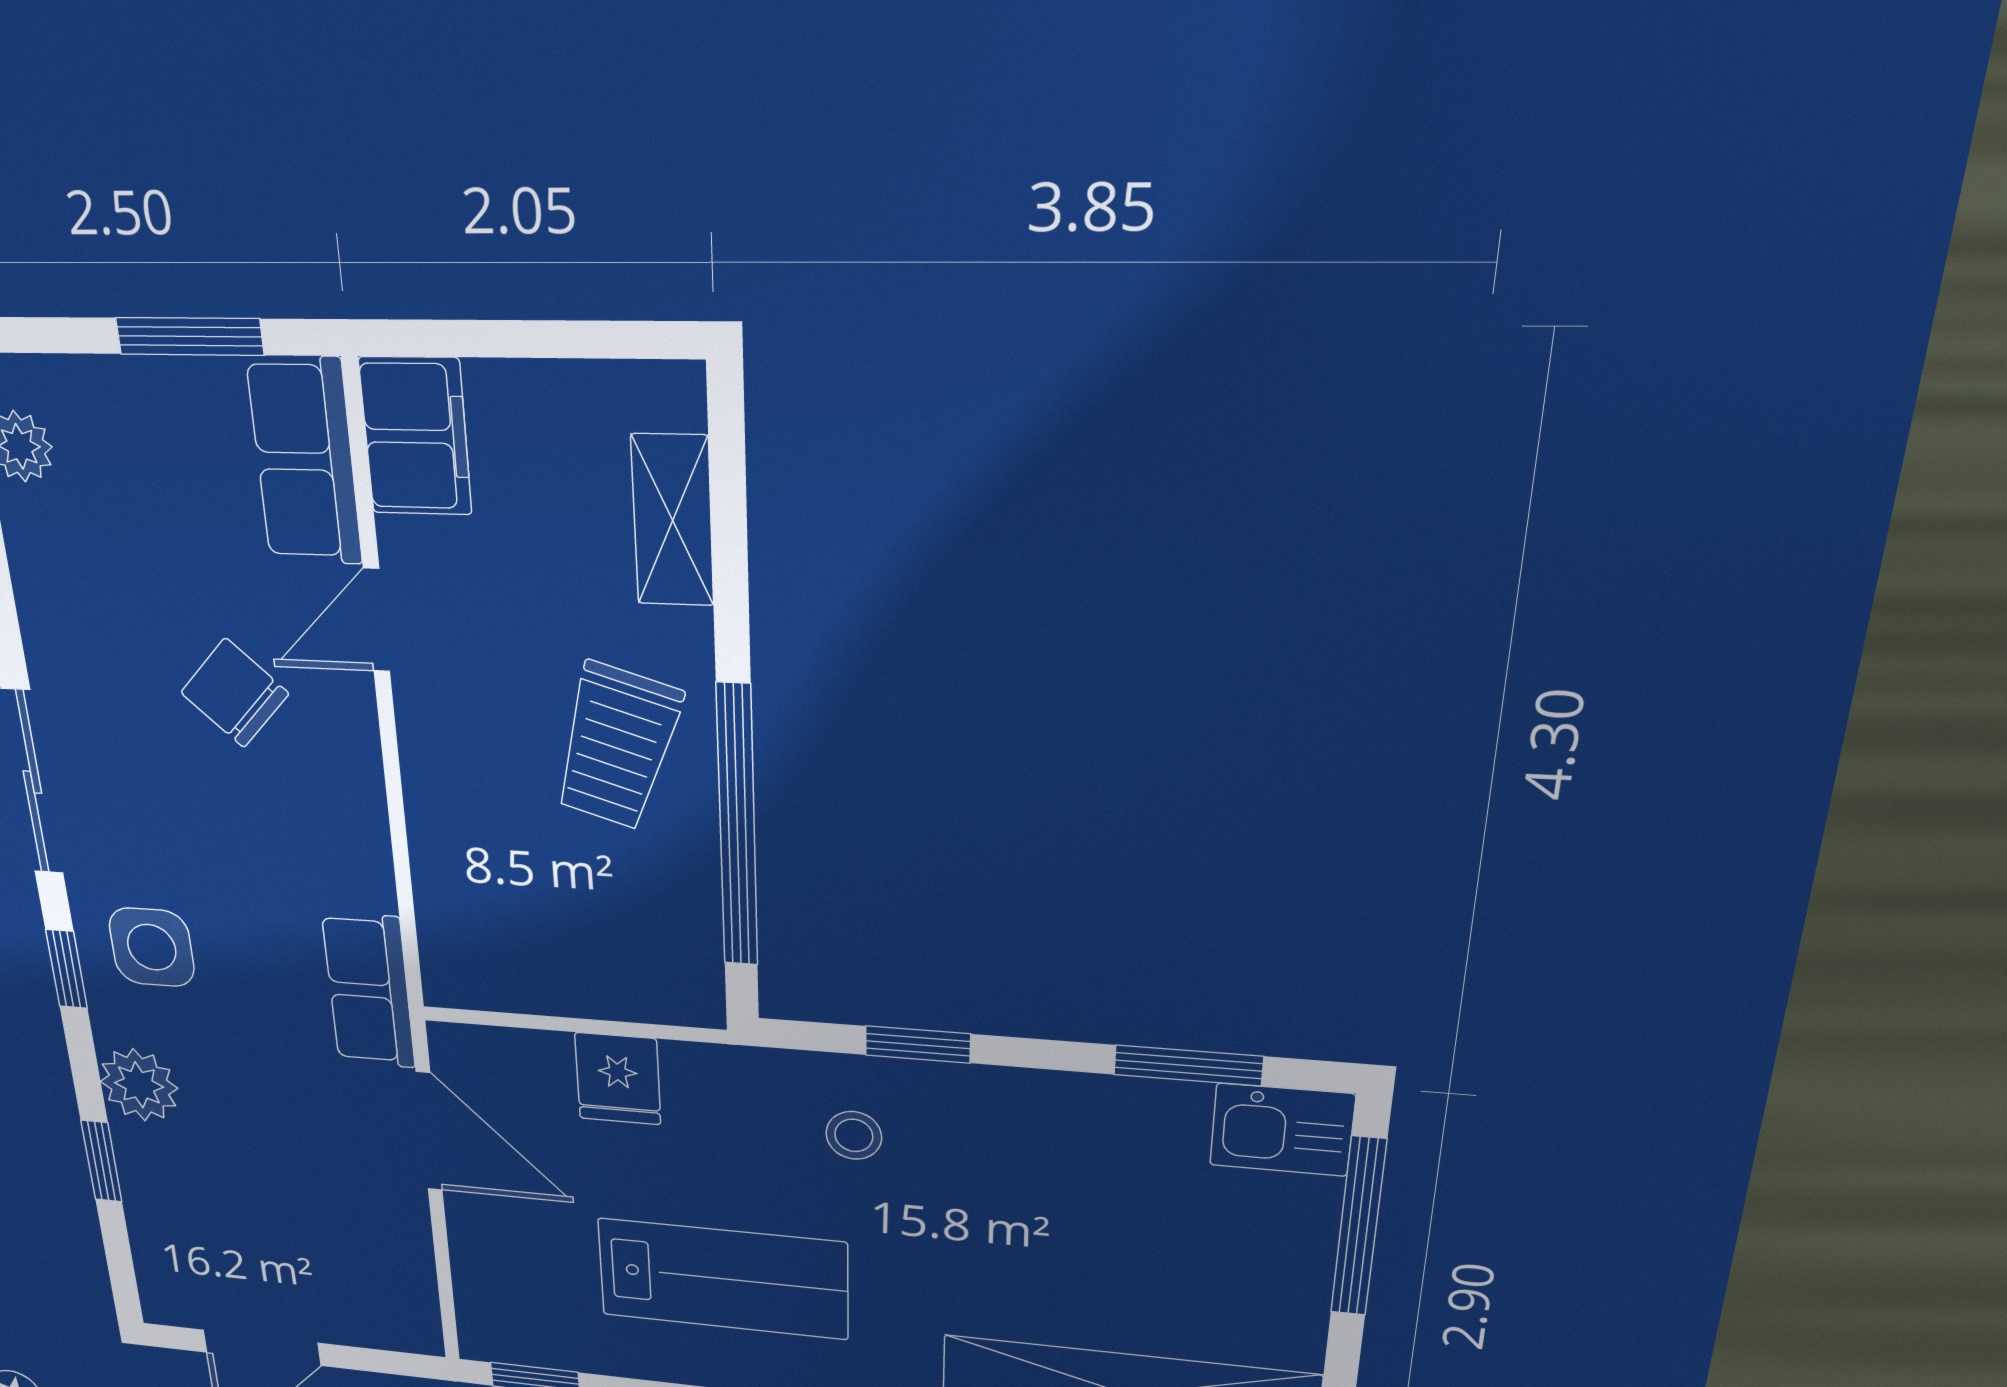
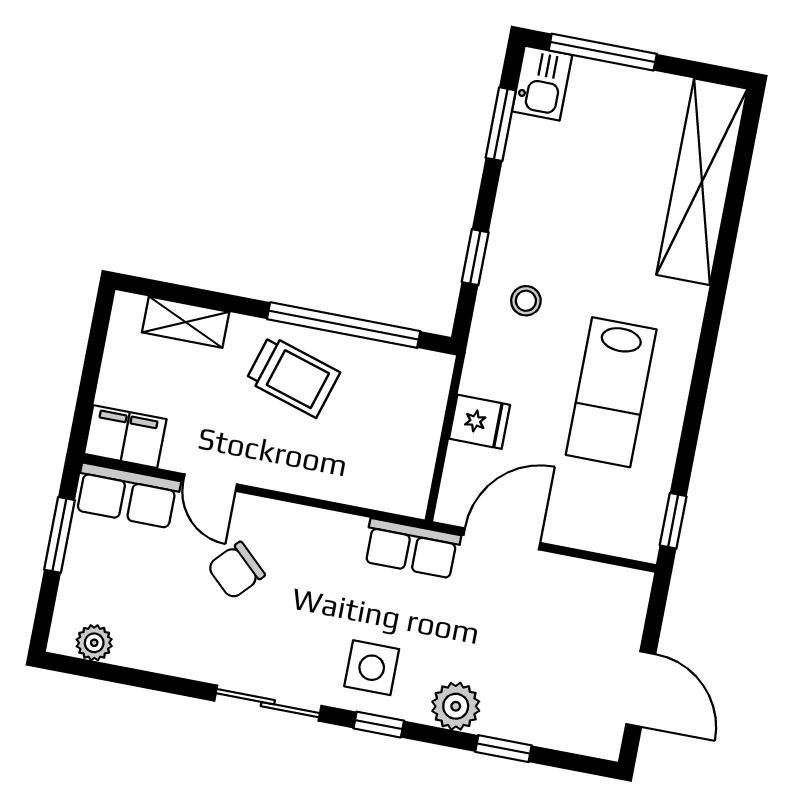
lab bench: (723, 1279) -> (611, 392), turned 180

